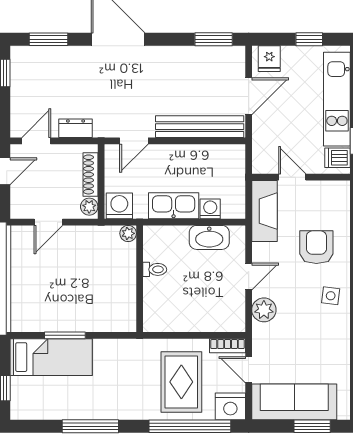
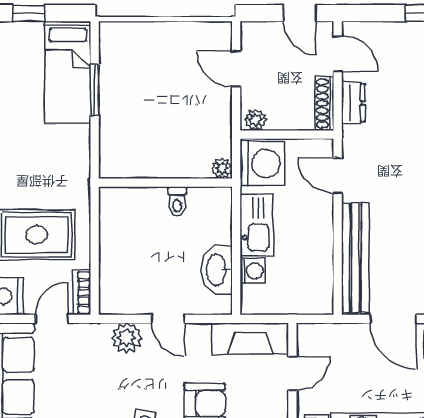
shoe rack: (90, 174) -> (324, 103), moved, turned -90
washing machine: (119, 206) -> (262, 163), width x1.37, depth x1.37

